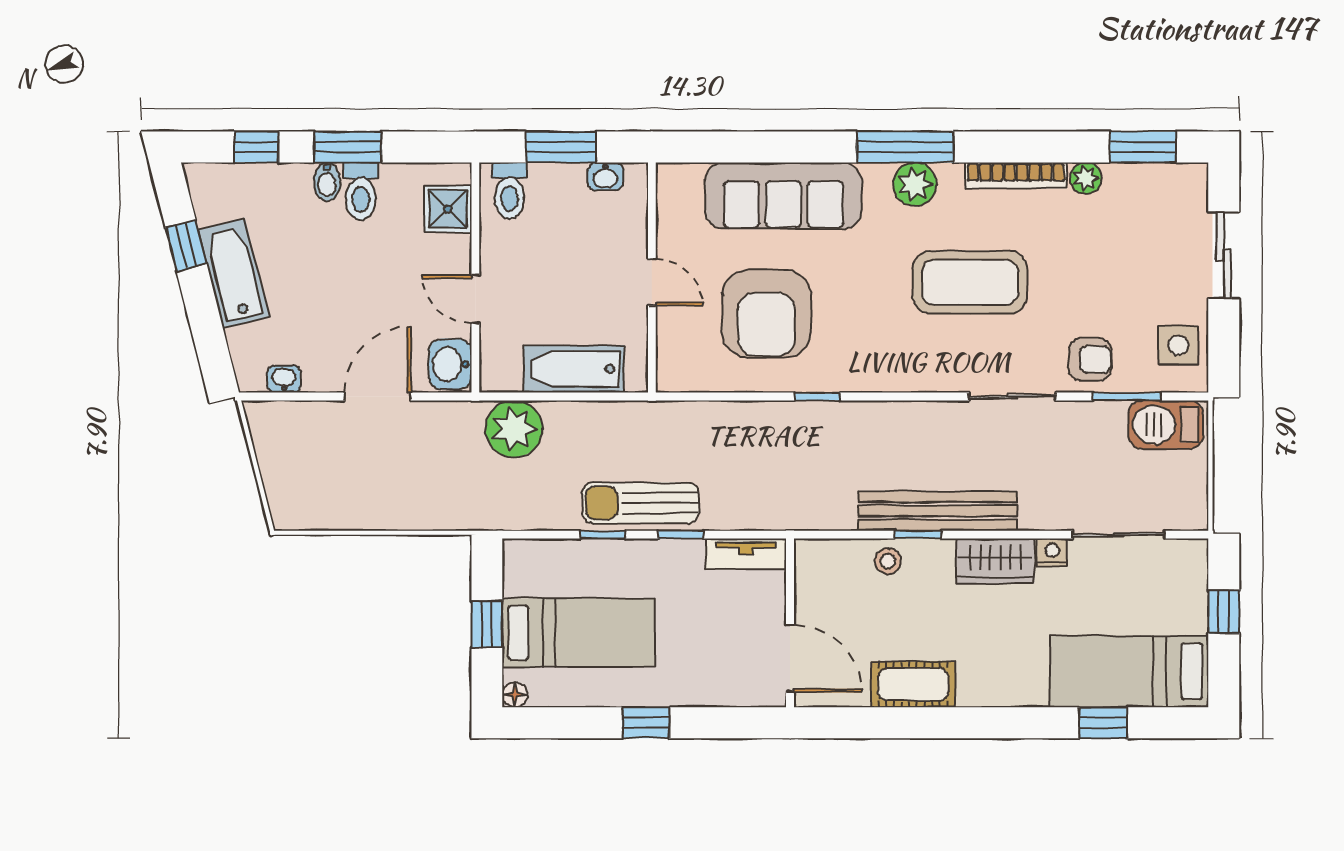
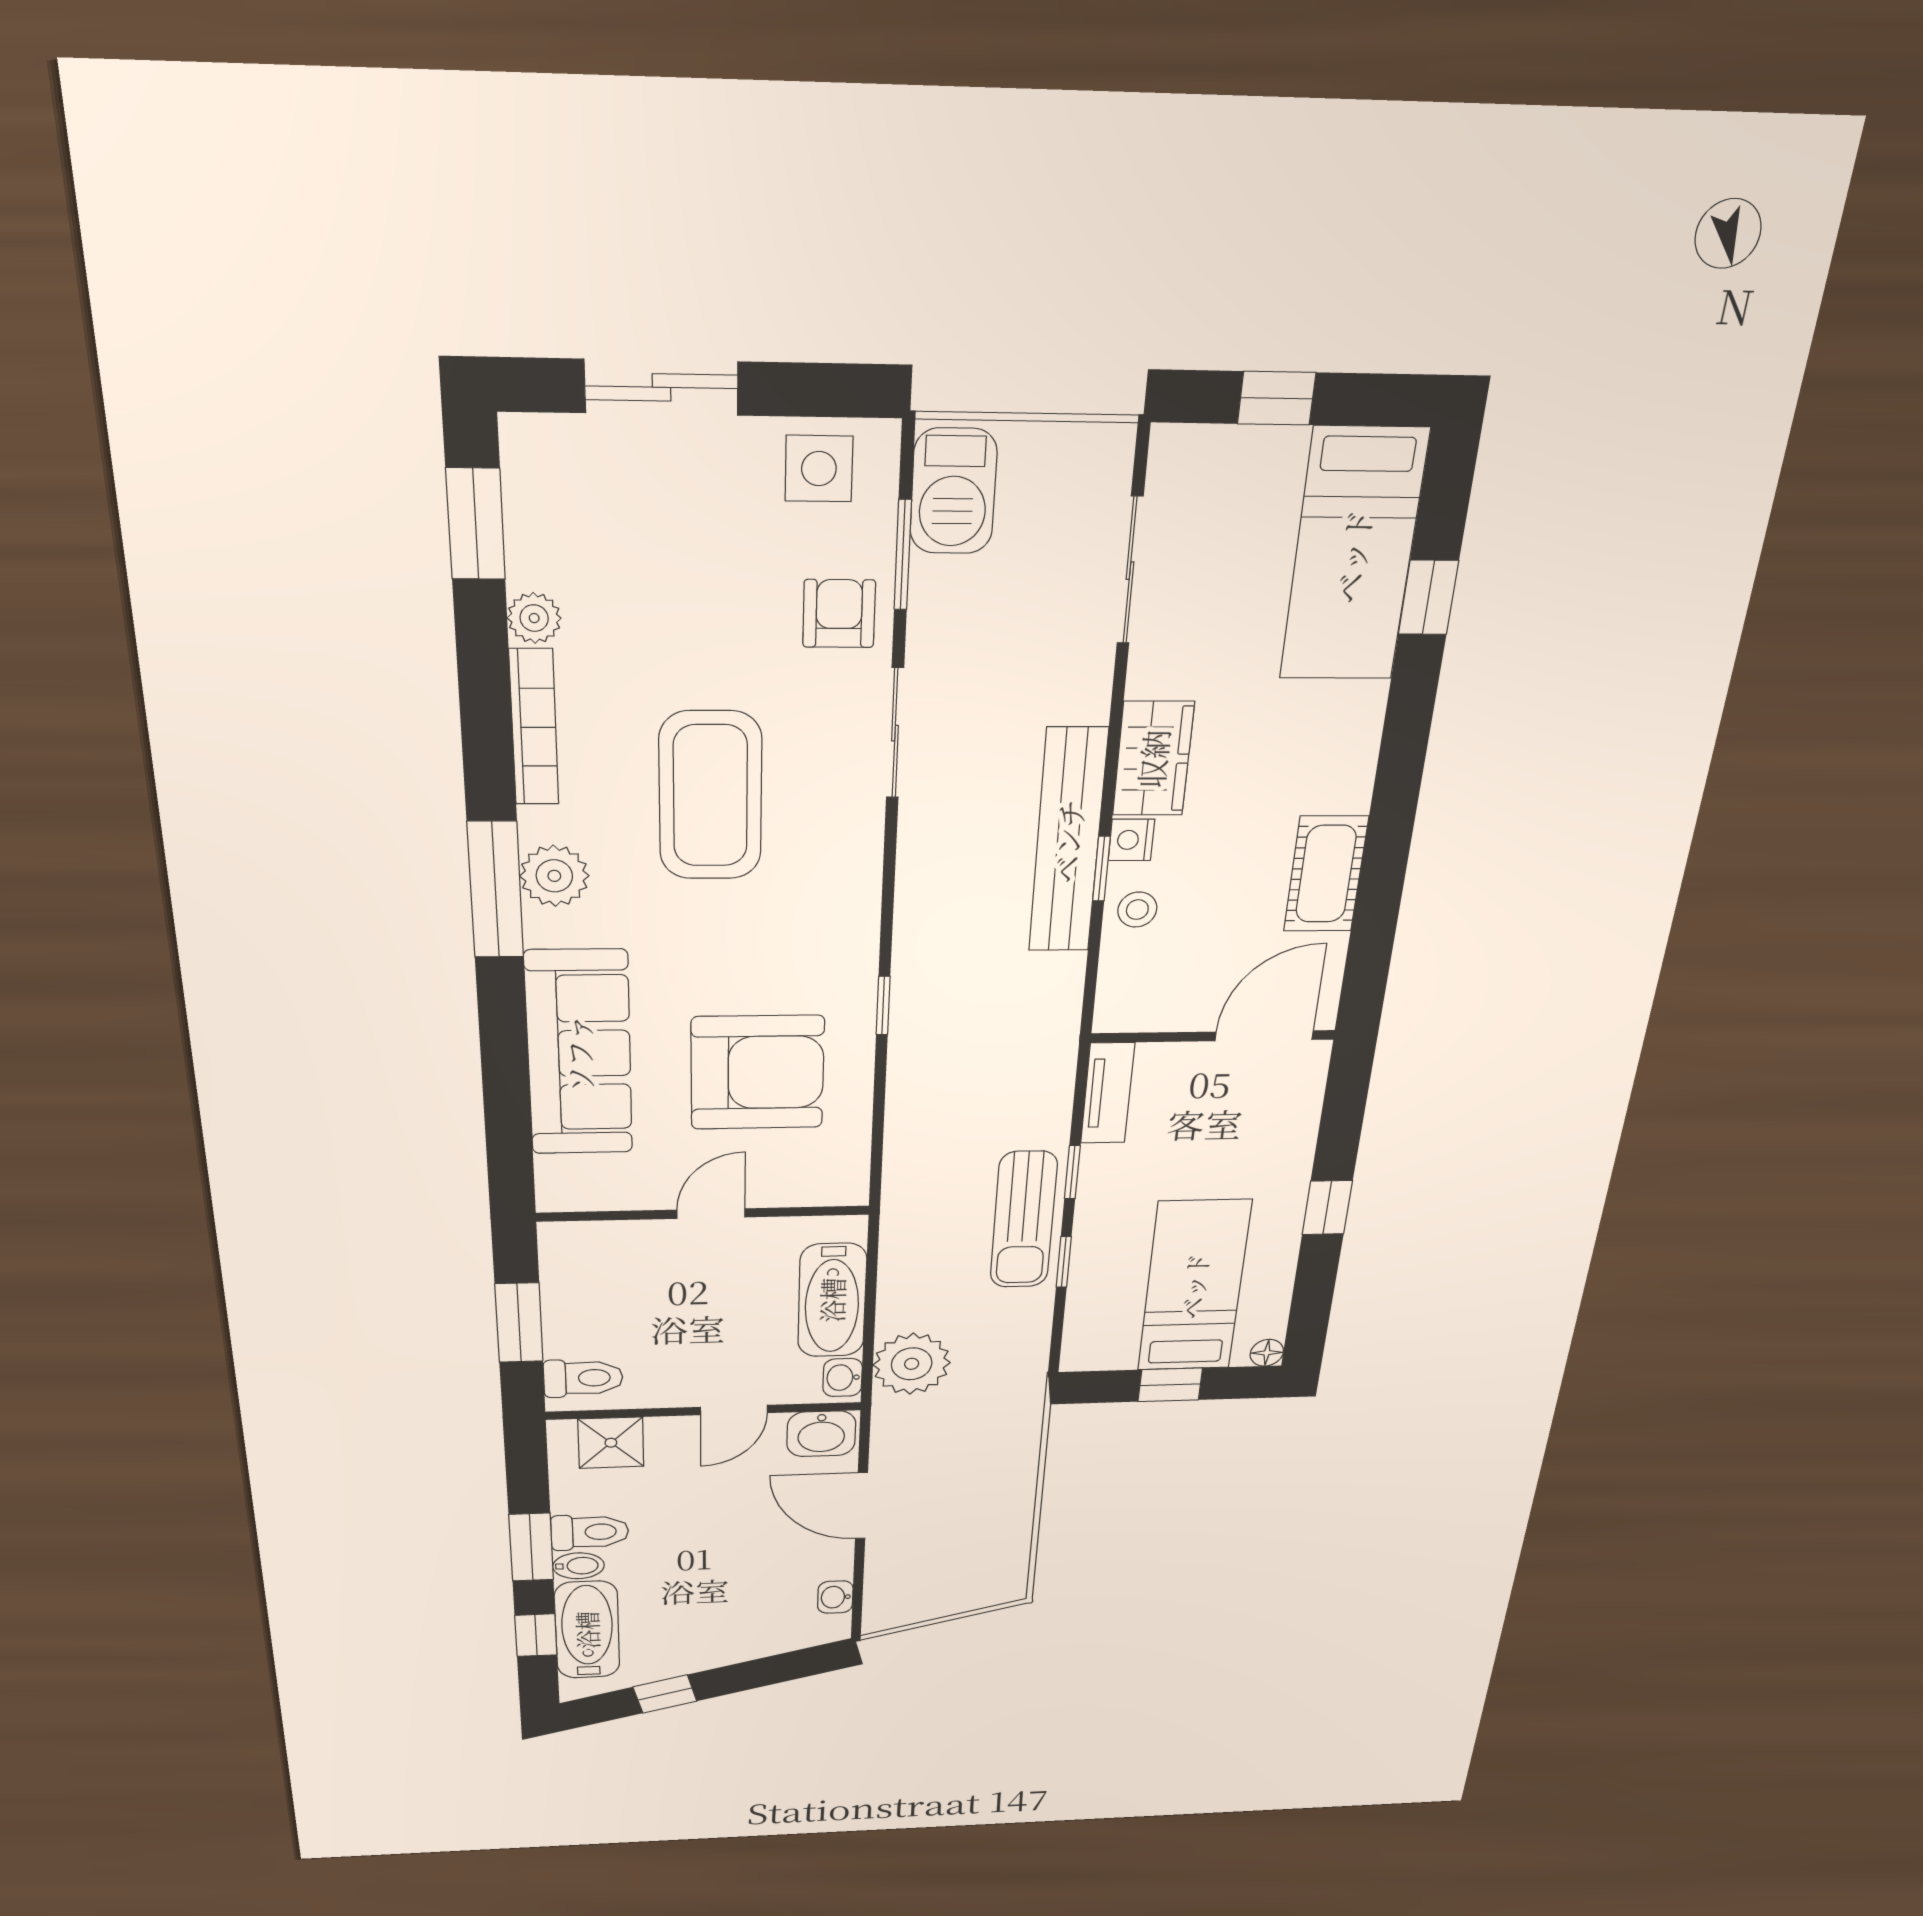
washbasin: (605, 176) -> (843, 1378), moved, turned 180
bathtub: (234, 273) -> (587, 1630), moved, turned 104
nightstand: (1052, 552) -> (1131, 840), moved

